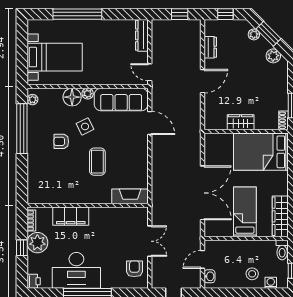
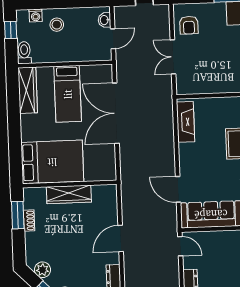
shoe rack: (284, 120) -> (29, 221), moved
wardrobe: (241, 122) -> (69, 194), width x1.50
fireplace: (130, 196) -> (186, 122), moved, turned -90

